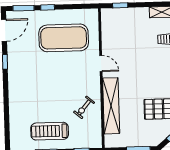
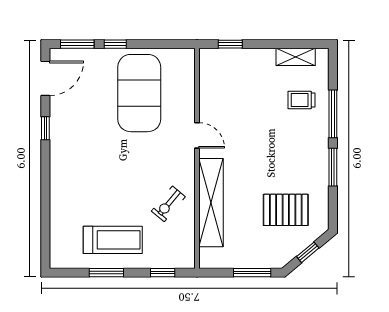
exercise mat: (64, 38) -> (139, 93), turned 90
treadmill: (50, 131) -> (113, 240), turned 180

